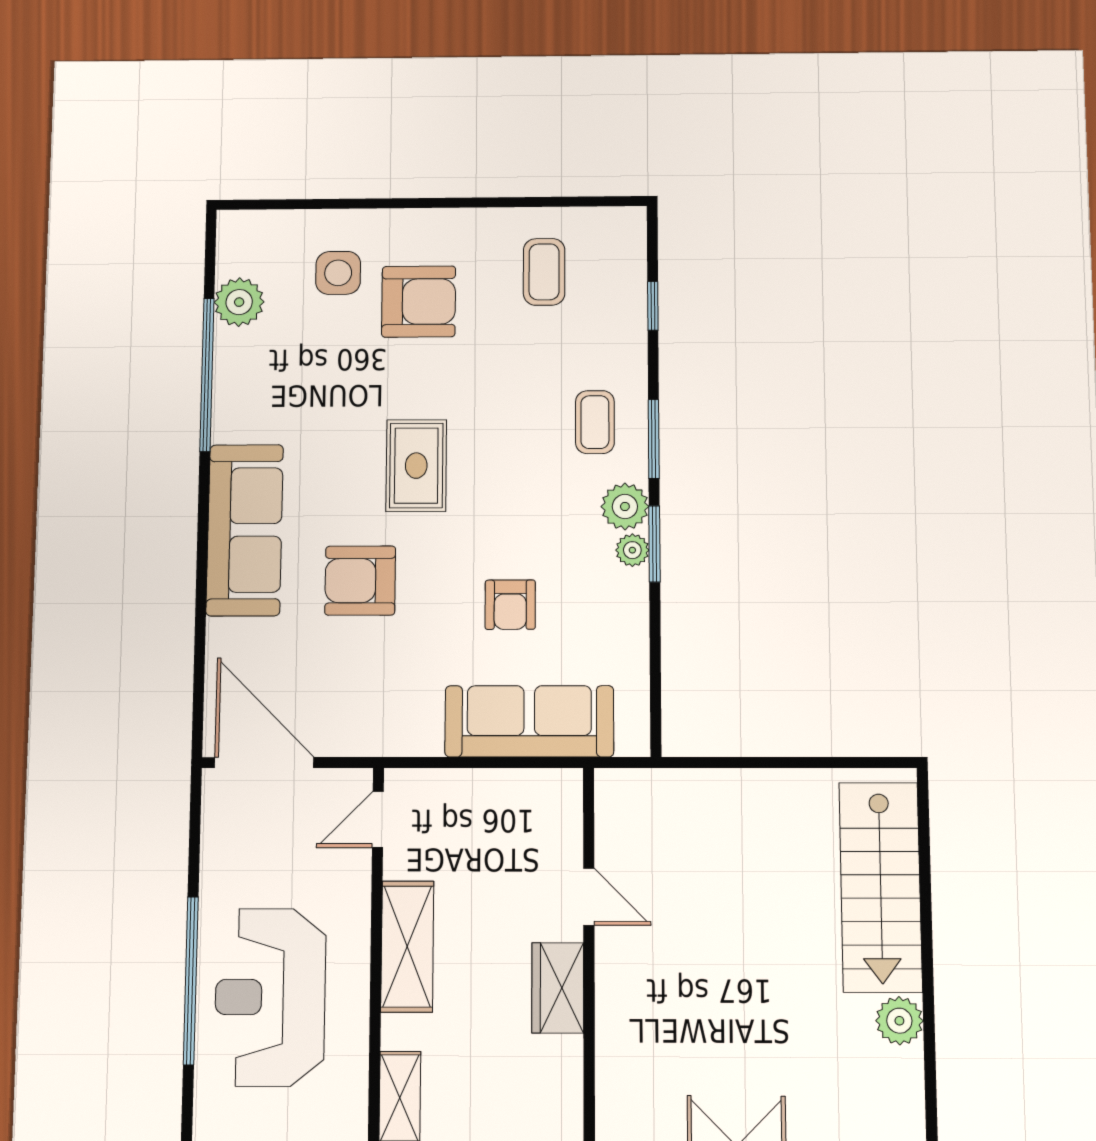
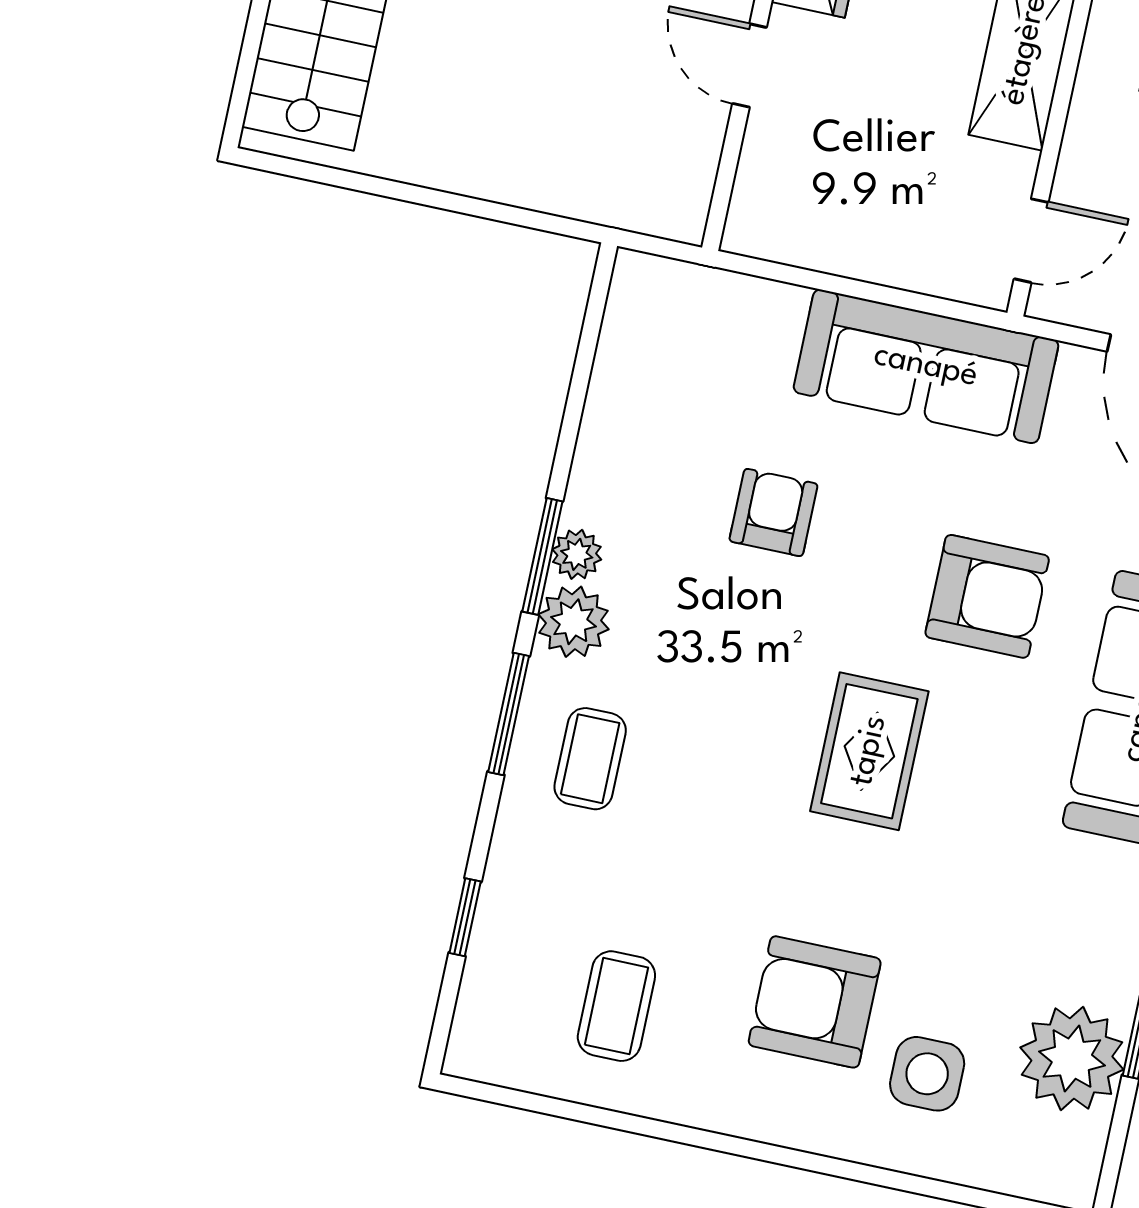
plant: (239, 302) -> (1072, 1059), width x1.36, depth x1.36
sofa: (529, 721) -> (926, 366), moved

